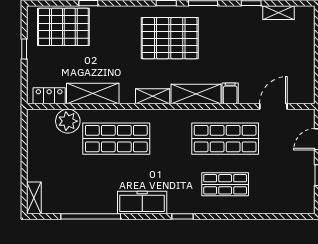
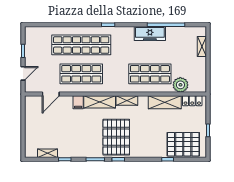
pallet: (170, 38) -> (116, 137), turned 90
shop shelf: (225, 184) -> (81, 45), width x2.00, depth x1.36
shelving: (34, 198) -> (202, 47), moved
freezer: (142, 203) -> (150, 33), moved

